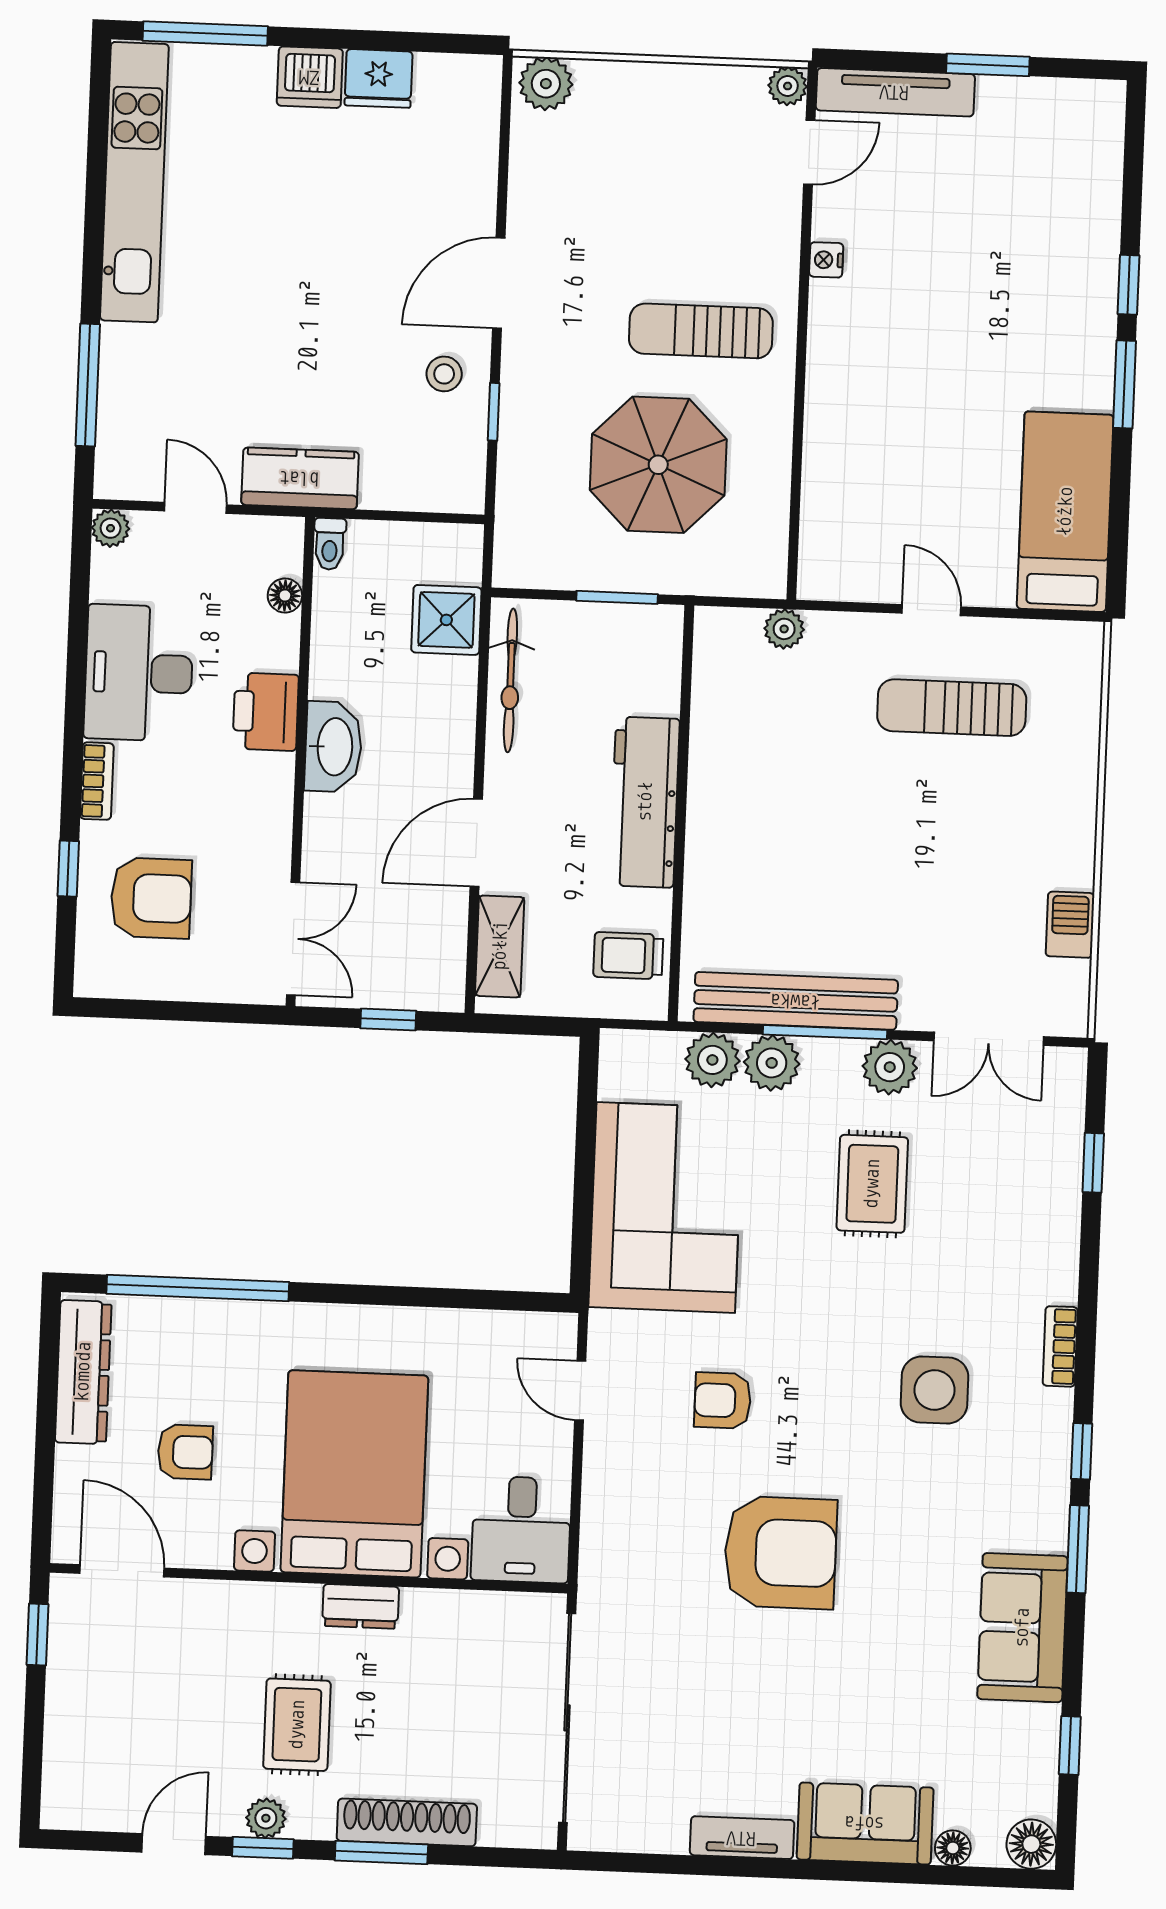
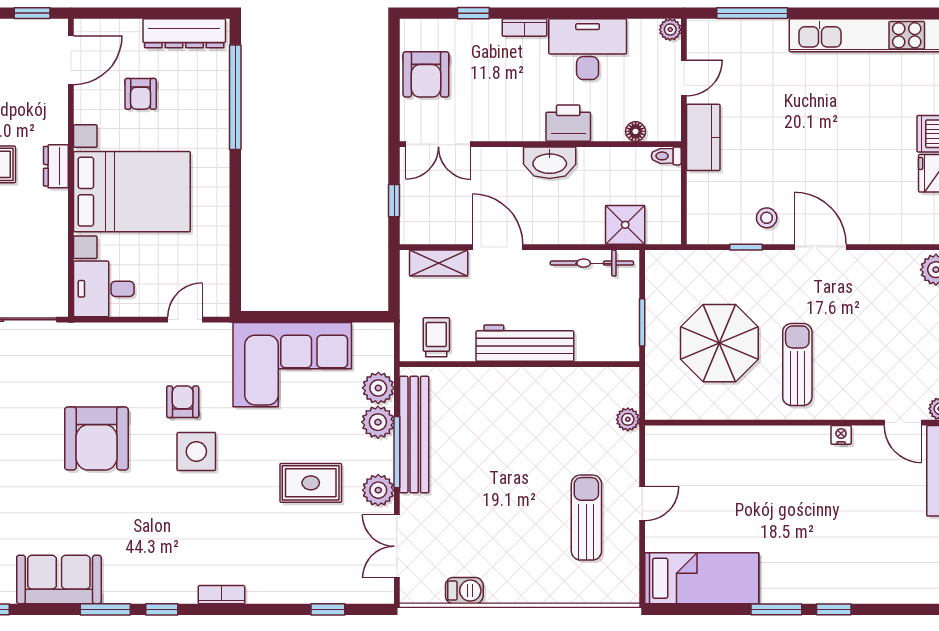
armchair: (151, 898) -> (426, 74), moved
side table: (935, 1390) -> (196, 451), moved
dresser: (361, 1606) -> (56, 166), moved

